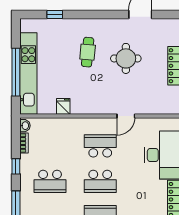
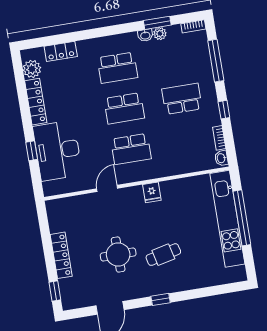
window: (55, 14) -> (161, 299), moved
cafe table: (88, 52) -> (163, 255), turned 72
fridge: (63, 106) -> (152, 192), moved
school desk: (100, 181) -> (124, 108), turned 180

